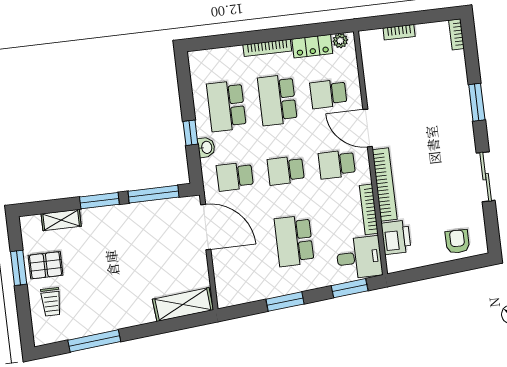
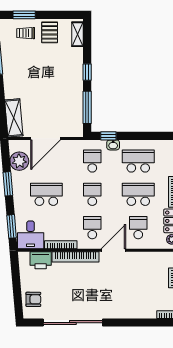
window: (477, 102) -> (121, 323), removed
window: (190, 133) -> (108, 136), moved
sliding door: (486, 177) -> (73, 323), width x1.86
window: (99, 201) -> (87, 72), width x0.67
shelving: (61, 220) -> (78, 34), moved
door: (206, 227) -> (46, 138), moved
window: (19, 268) -> (24, 15), moved
plant: (248, 288) -> (19, 161), added

